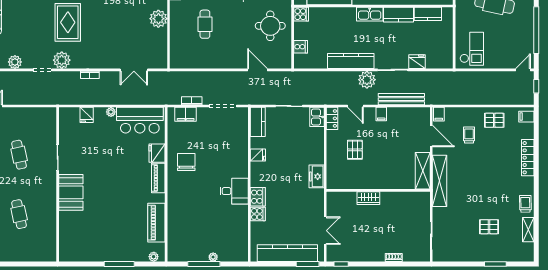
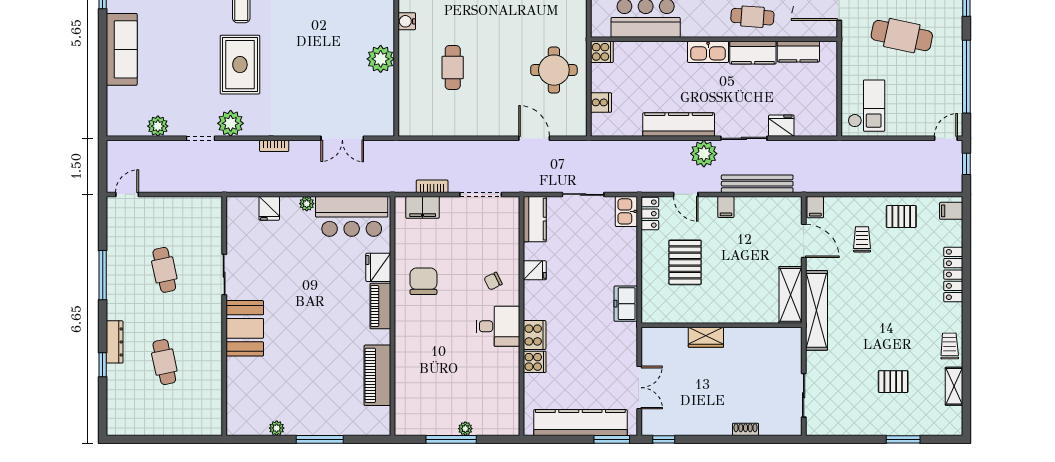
pallet: (355, 150) -> (685, 262), width x1.50, depth x1.42
chair: (231, 162) -> (493, 281), added
plant: (154, 257) -> (277, 428), moved

